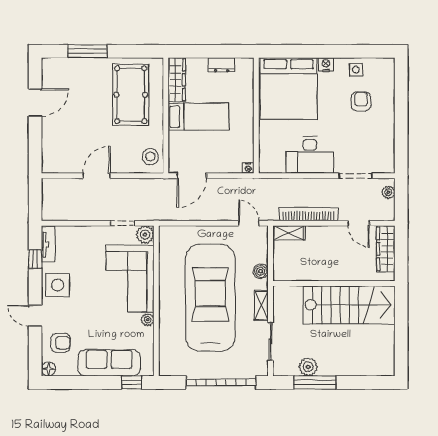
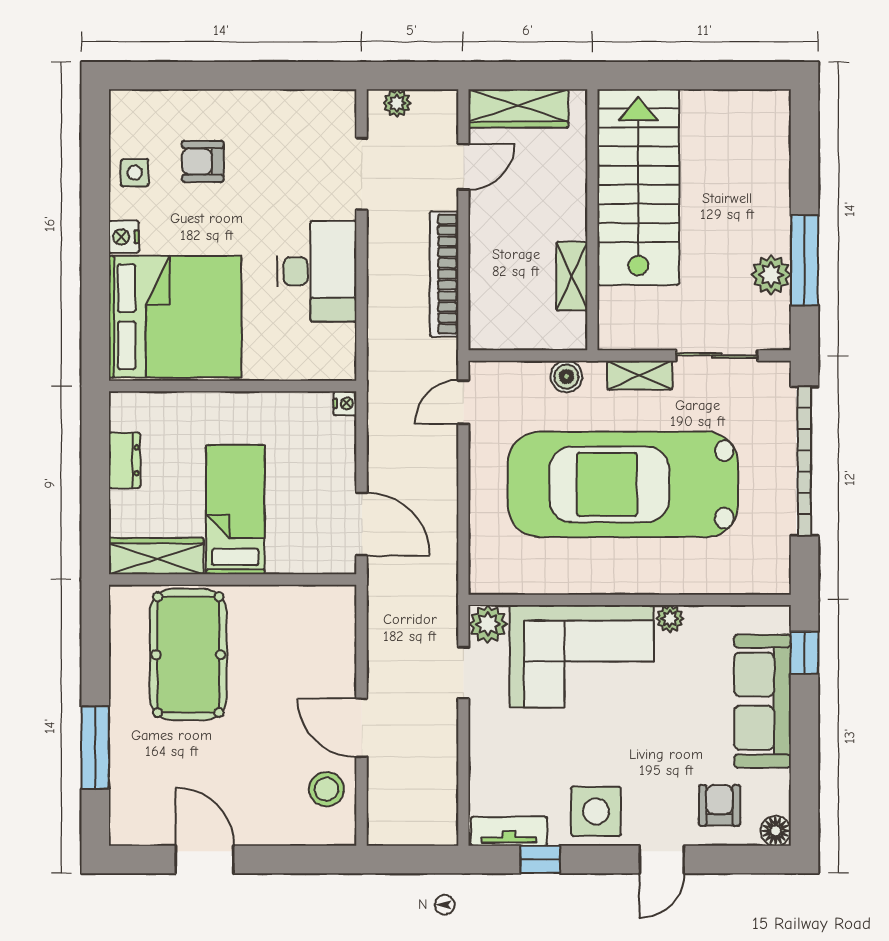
pool table: (131, 95) -> (188, 655), turned 90
stool: (150, 157) -> (326, 789), moved
shelving: (289, 233) -> (572, 276), moved

